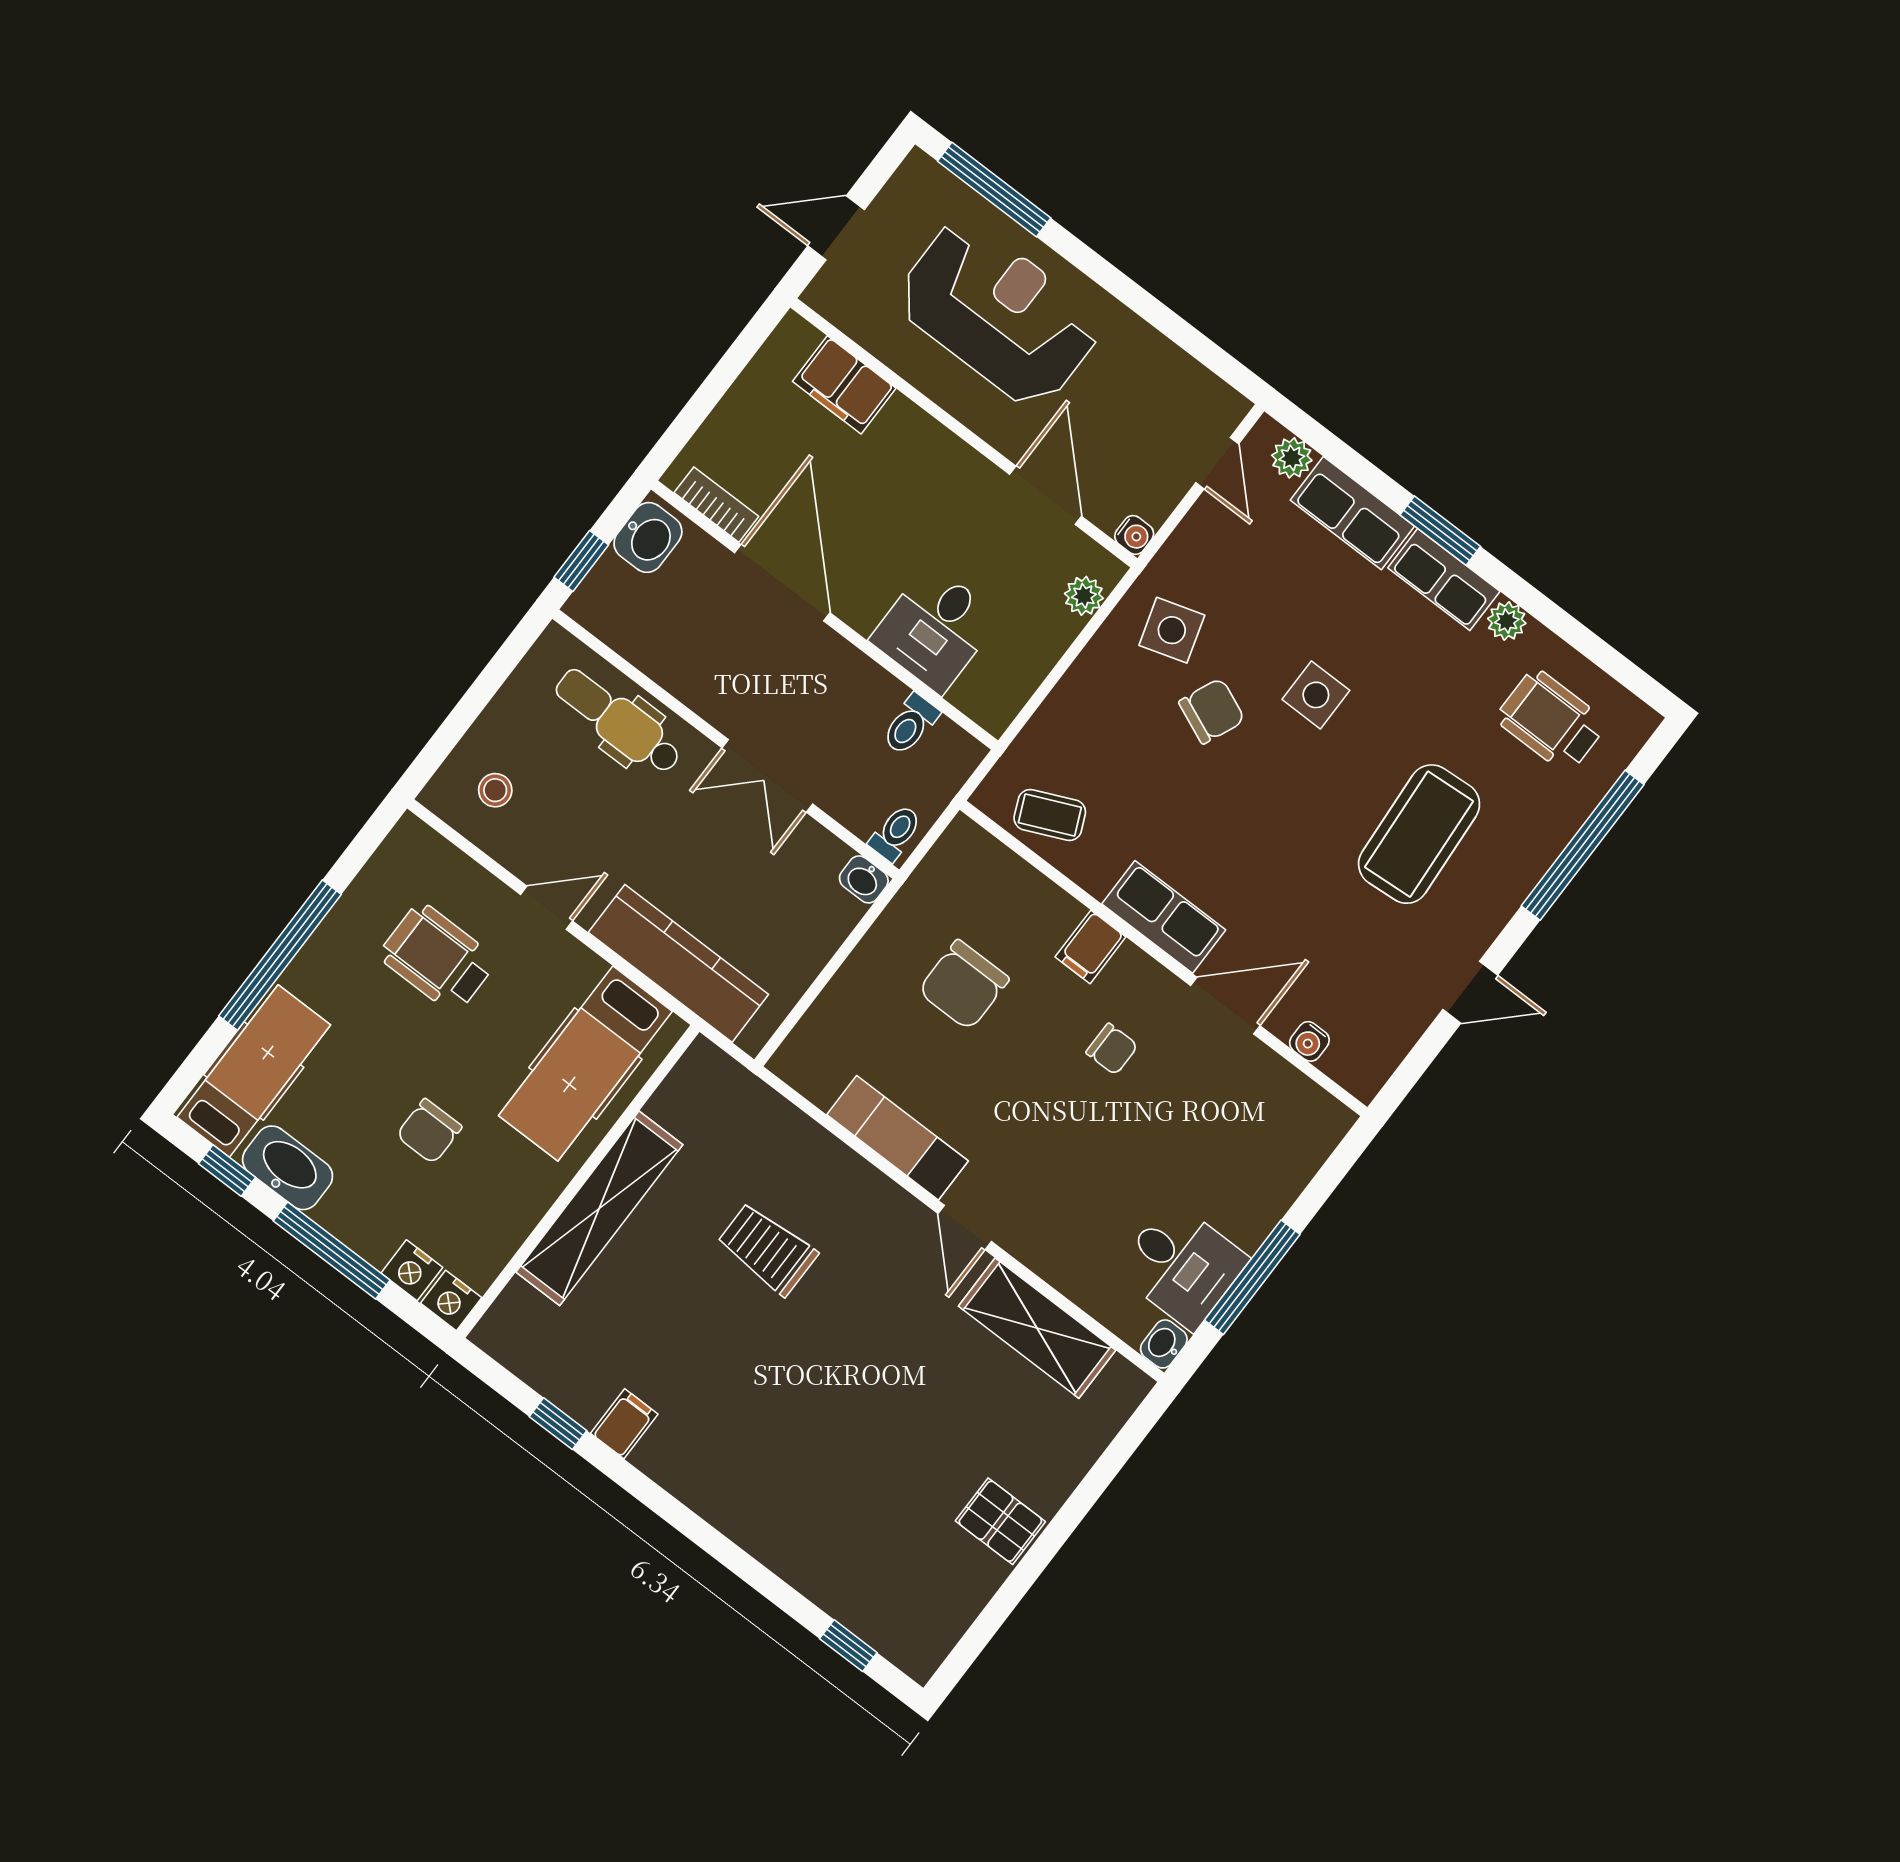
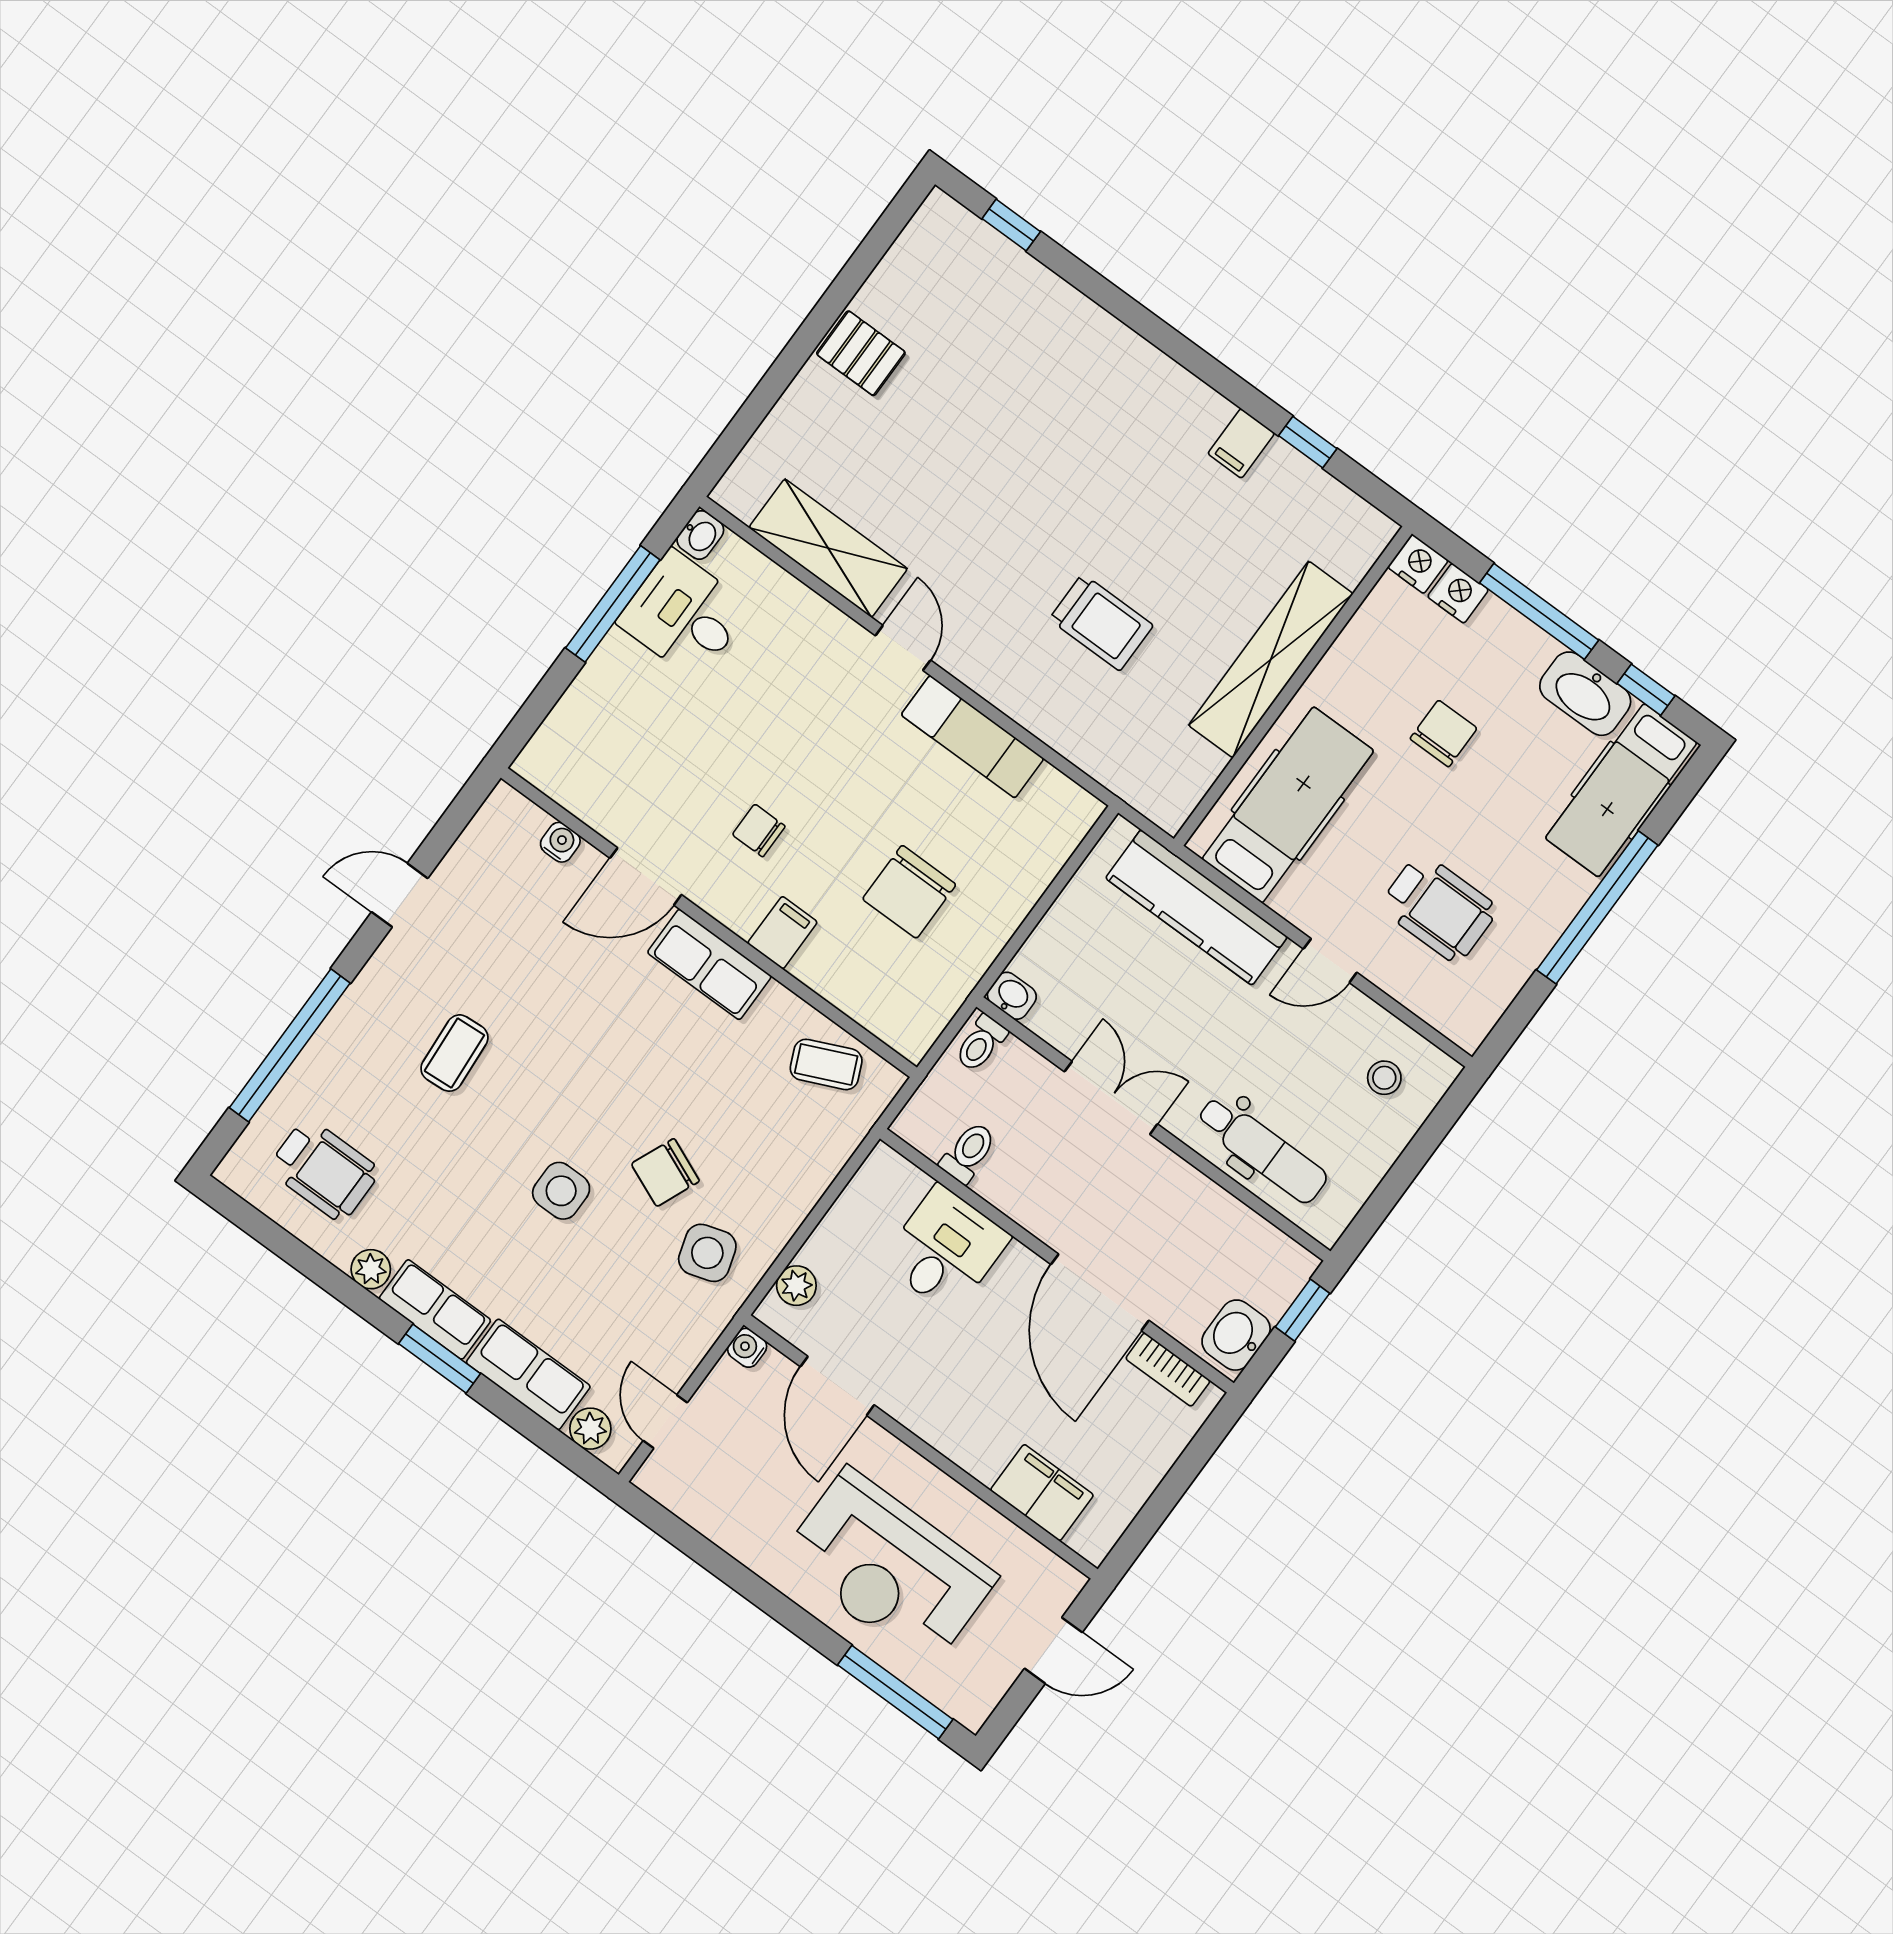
coffee table: (1419, 834) -> (454, 1053), width x0.54, depth x0.58
chair: (964, 985) -> (909, 892), turned 180

